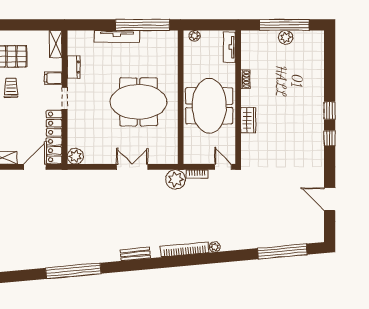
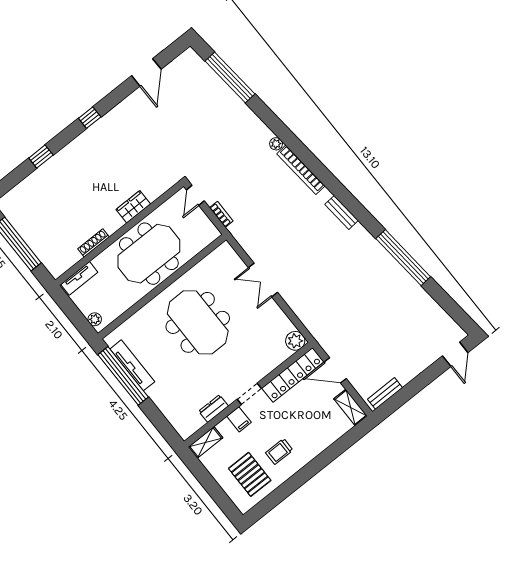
tv unit: (117, 36) -> (132, 365), moved
plant: (286, 37) -> (28, 233), removed
shoe rack: (245, 79) -> (93, 243), width x1.43
window: (330, 111) -> (41, 157), moved
plant: (176, 179) -> (242, 230), removed

